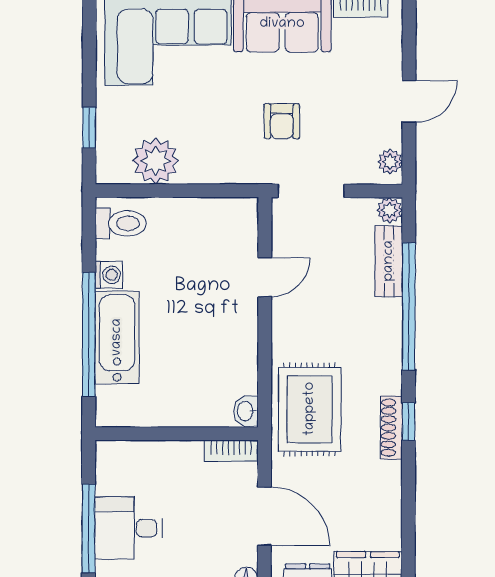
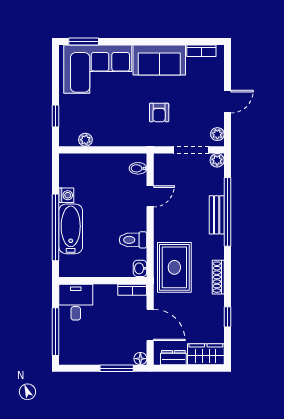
plant: (156, 161) -> (85, 140), width x0.53, depth x0.53
doorway: (311, 191) -> (191, 150), moved
toilet: (121, 223) -> (133, 240), moved, turned 180
bidet: (242, 225) -> (138, 168), added
bench: (389, 261) -> (217, 215), moved
window: (408, 422) -> (227, 317), moved
desk: (129, 528) -> (76, 302), moved, turned 90

